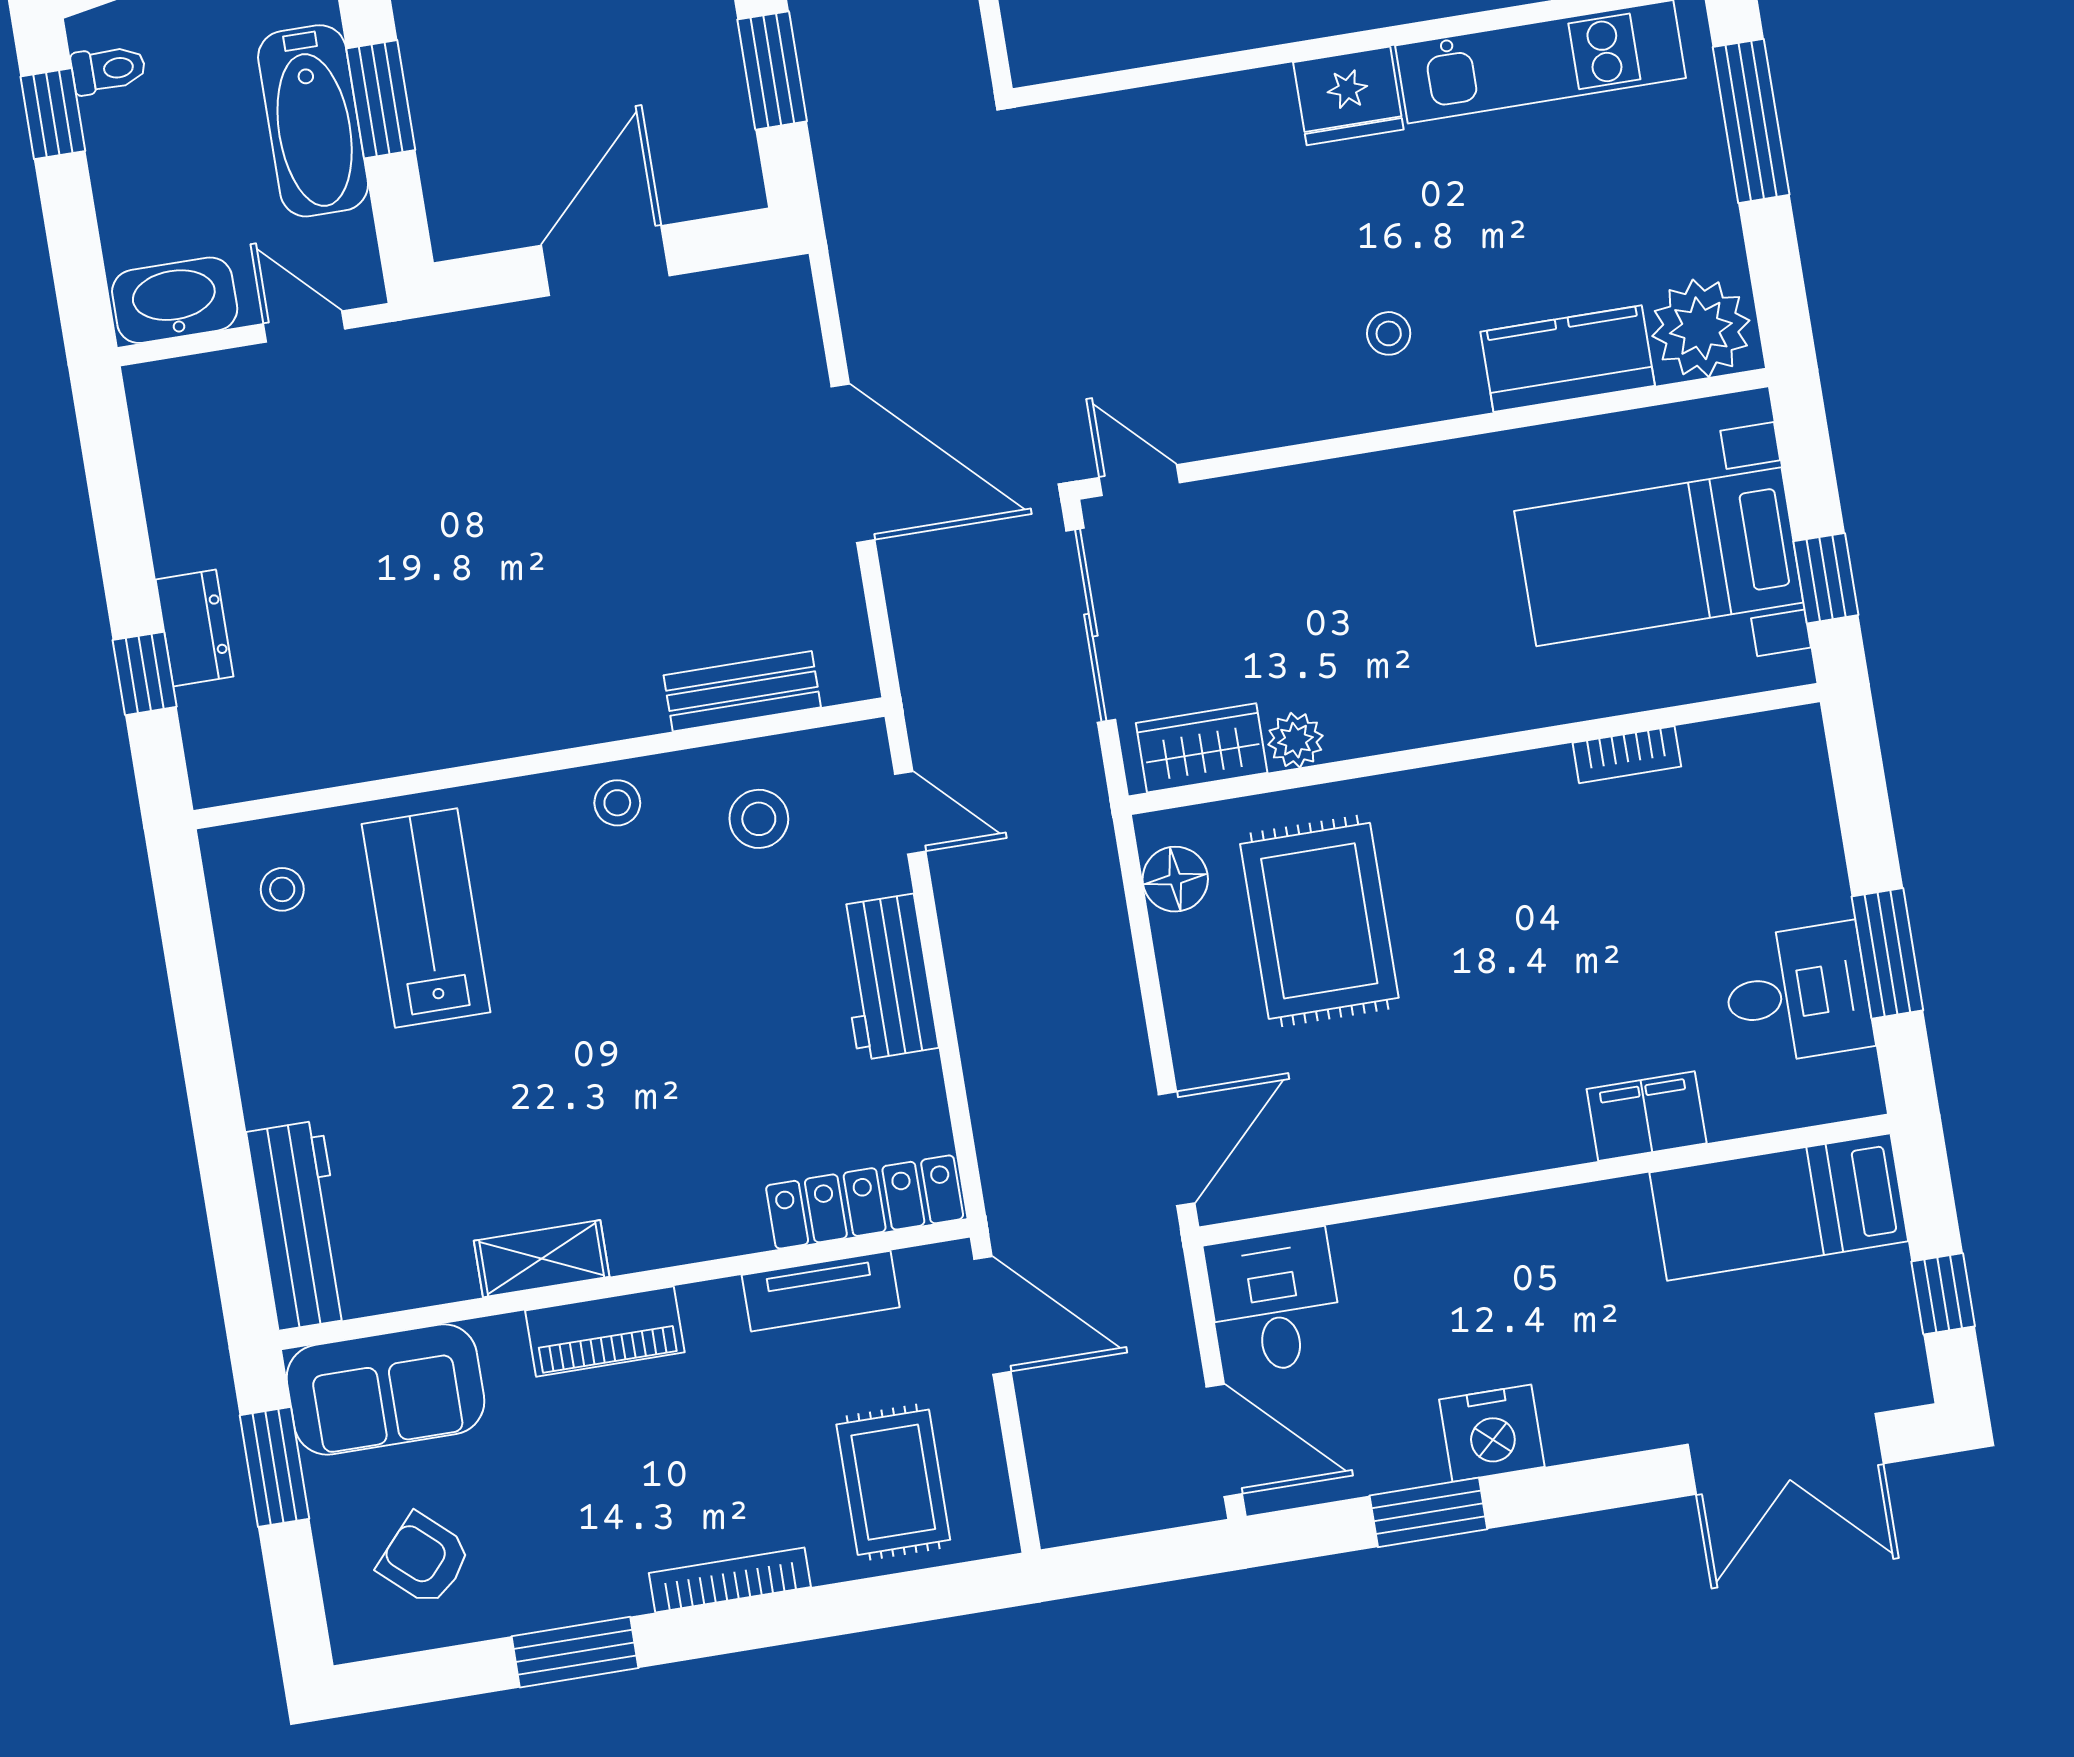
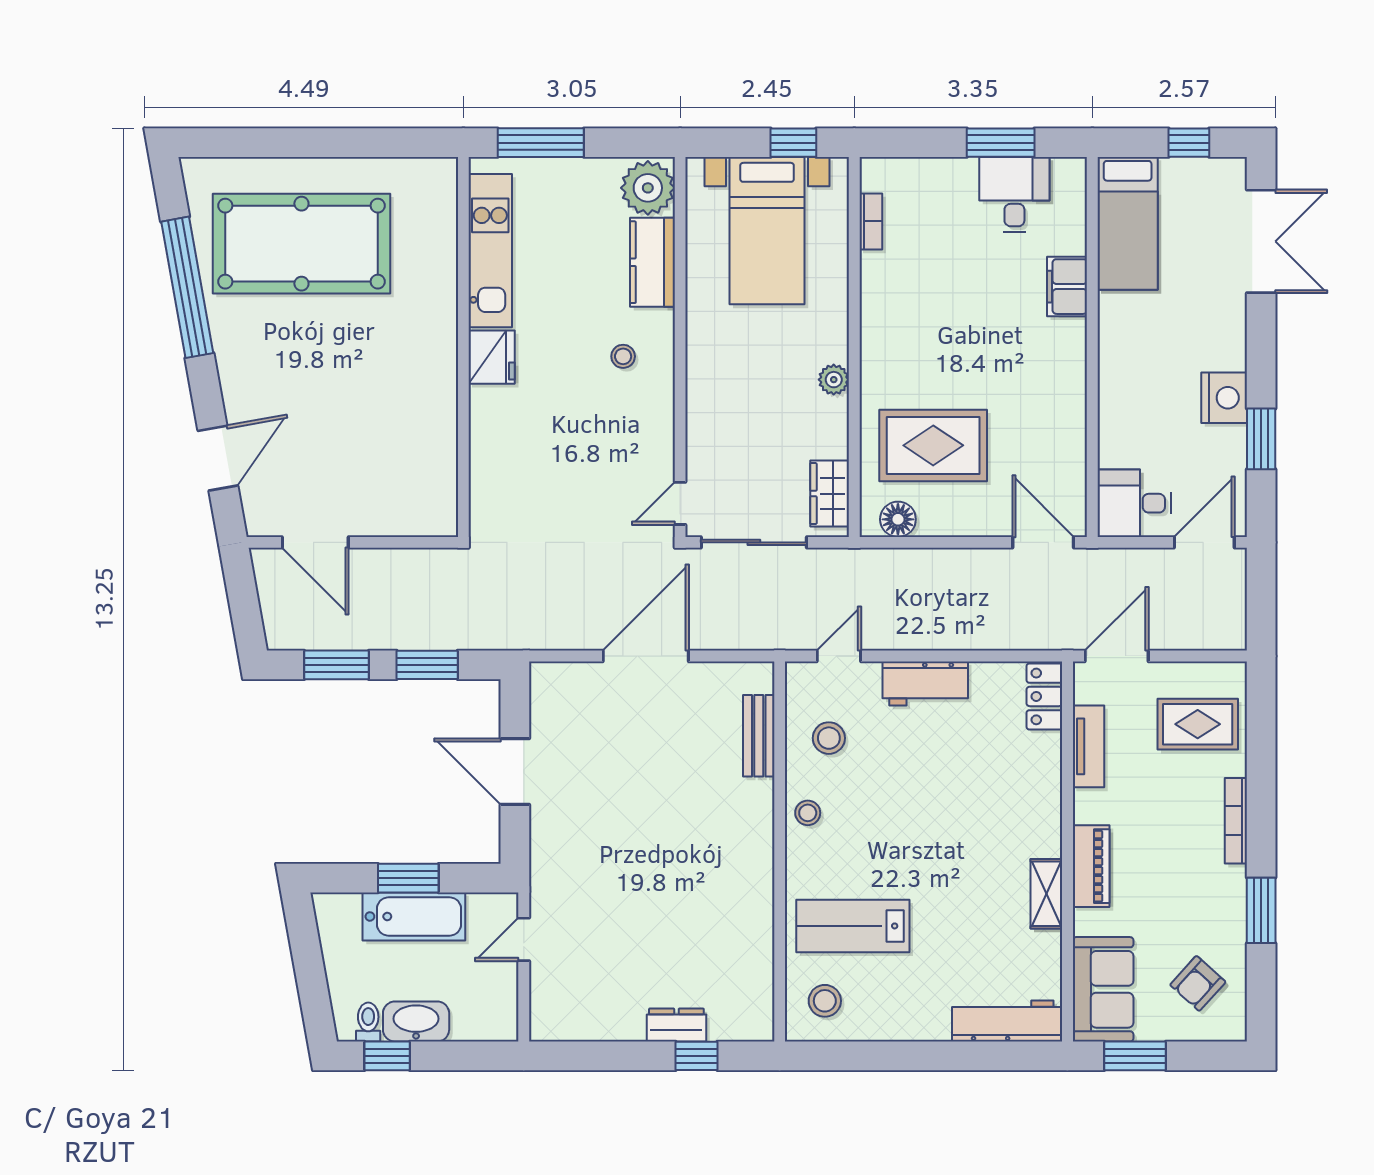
washbasin: (175, 300) -> (416, 1021), moved, turned 90
plant: (1295, 740) -> (834, 380), moved
bookcase: (1627, 755) -> (871, 221), moved
stool: (282, 889) -> (825, 1001), width x1.37, depth x1.37
locker: (865, 1202) -> (1044, 696), width x0.66

